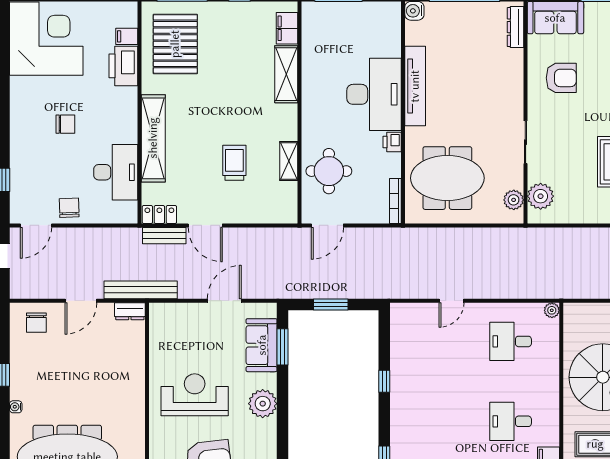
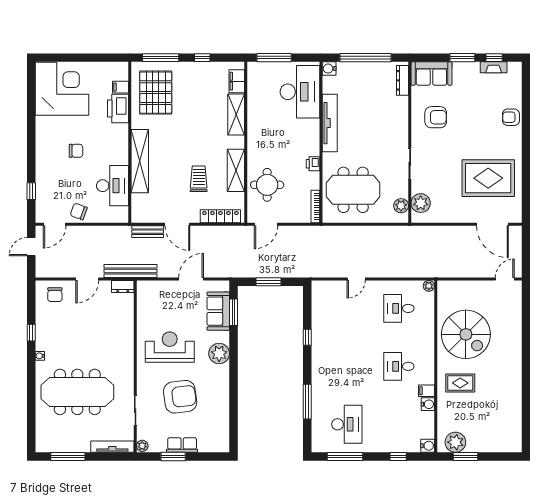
desk: (374, 94) -> (300, 92), moved
shelving: (289, 161) -> (236, 170), width x1.50, depth x1.33
chair: (69, 208) -> (79, 211), turned -68
locker: (159, 214) -> (220, 216), moved, width x1.53

